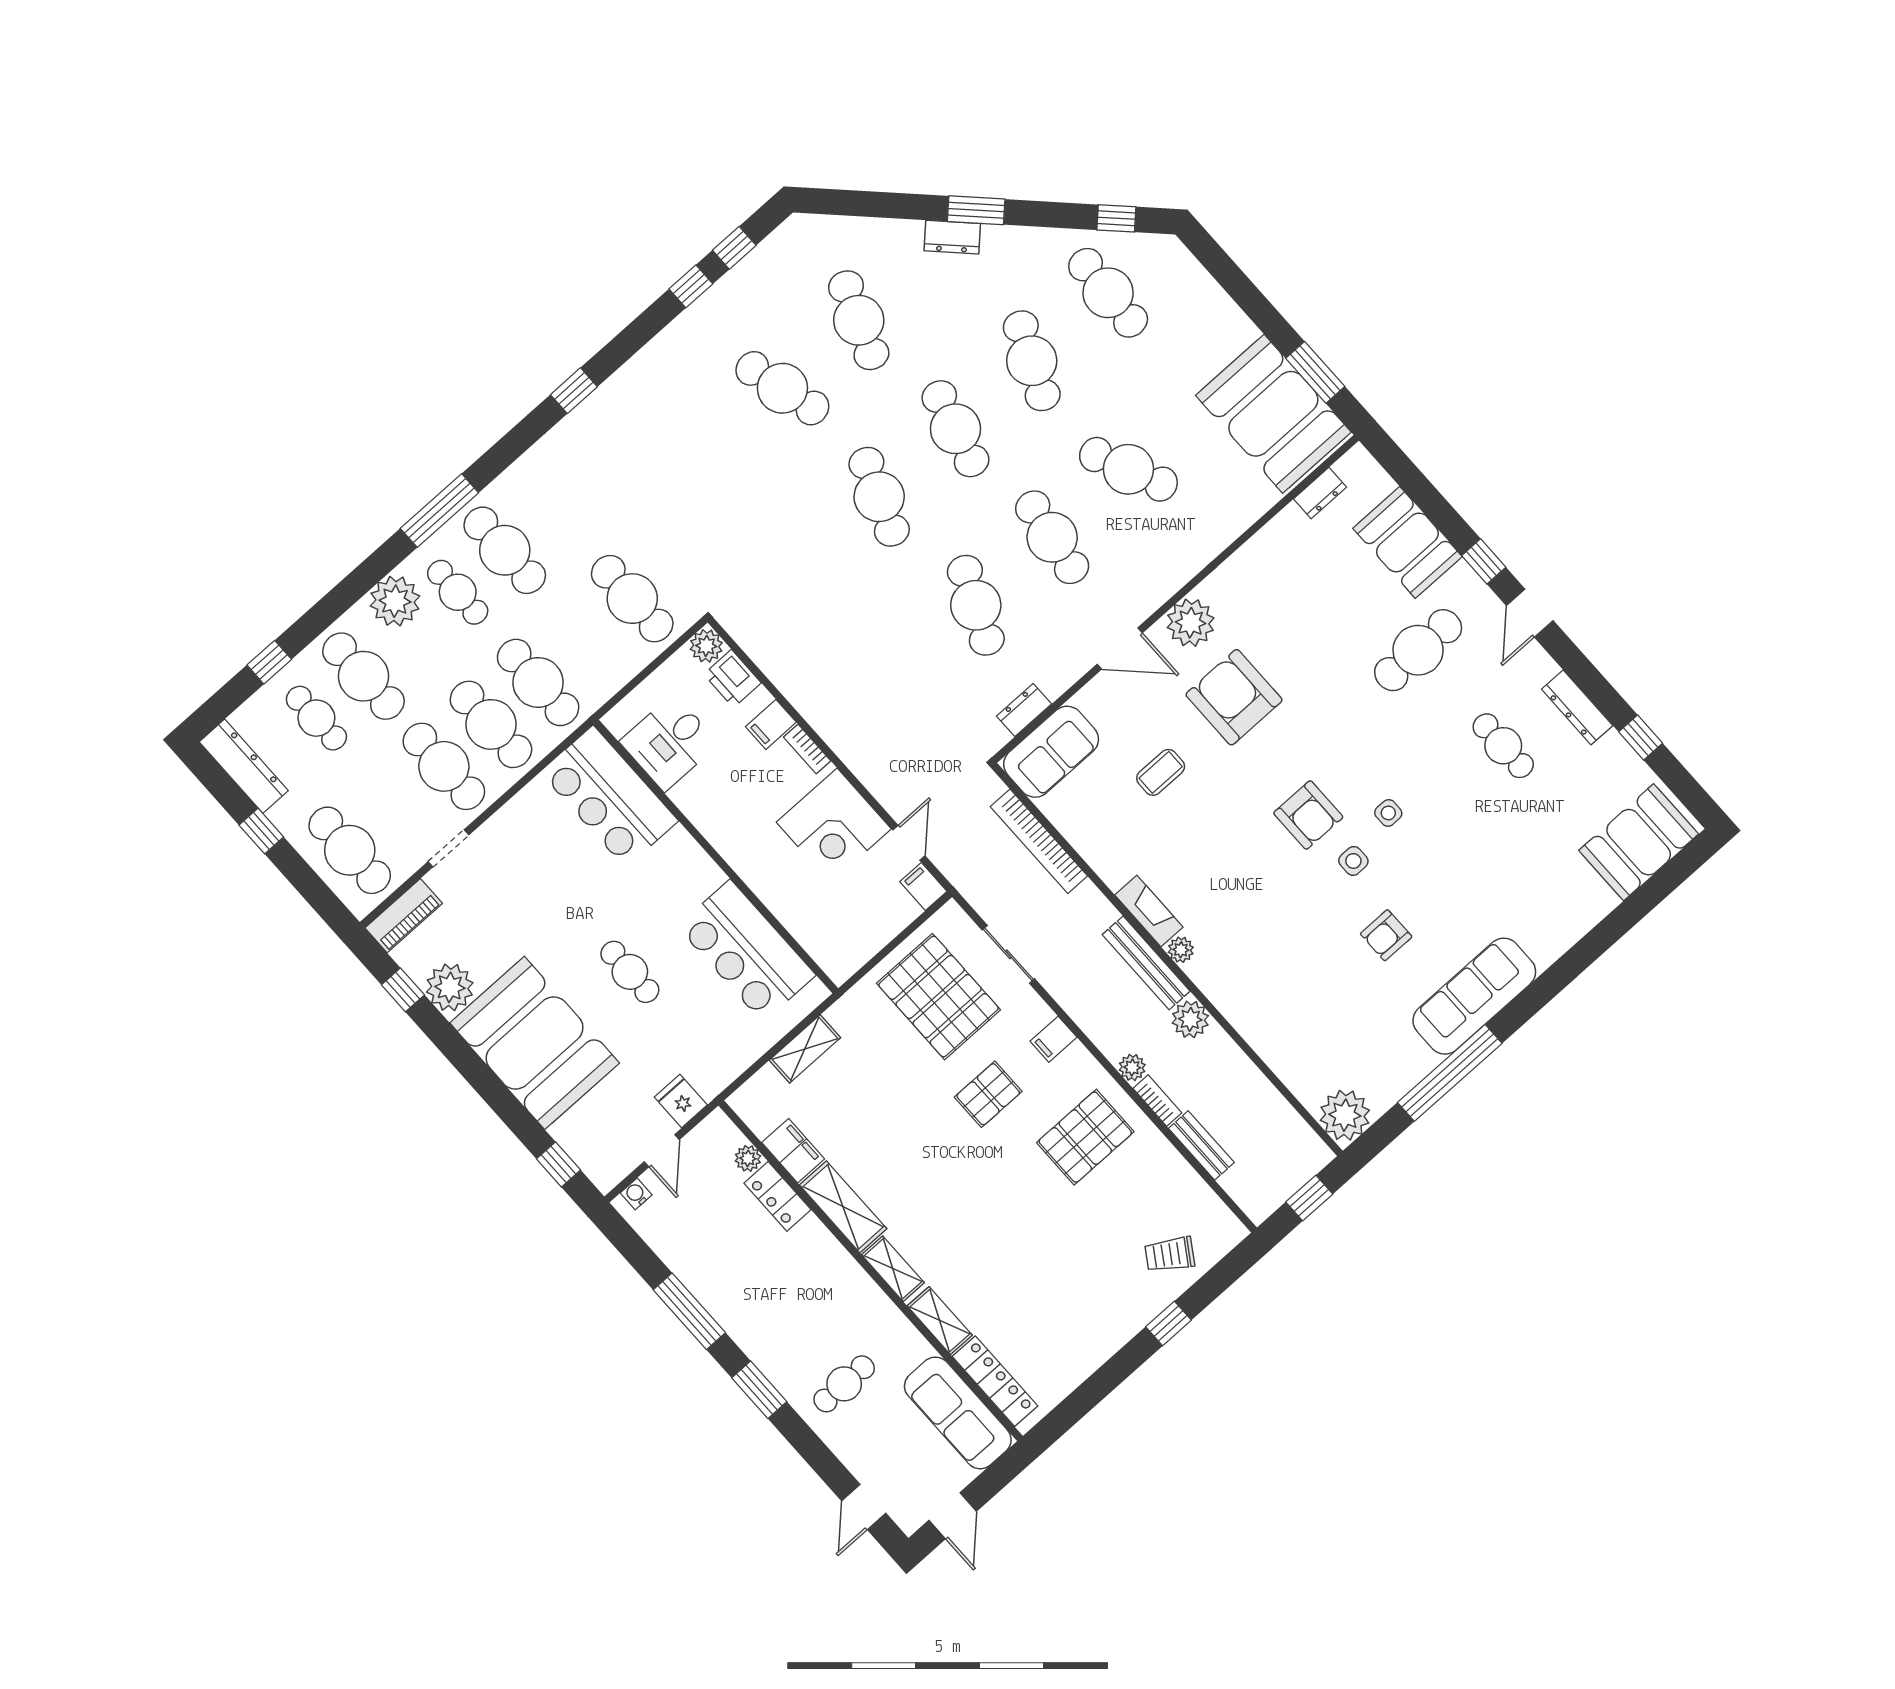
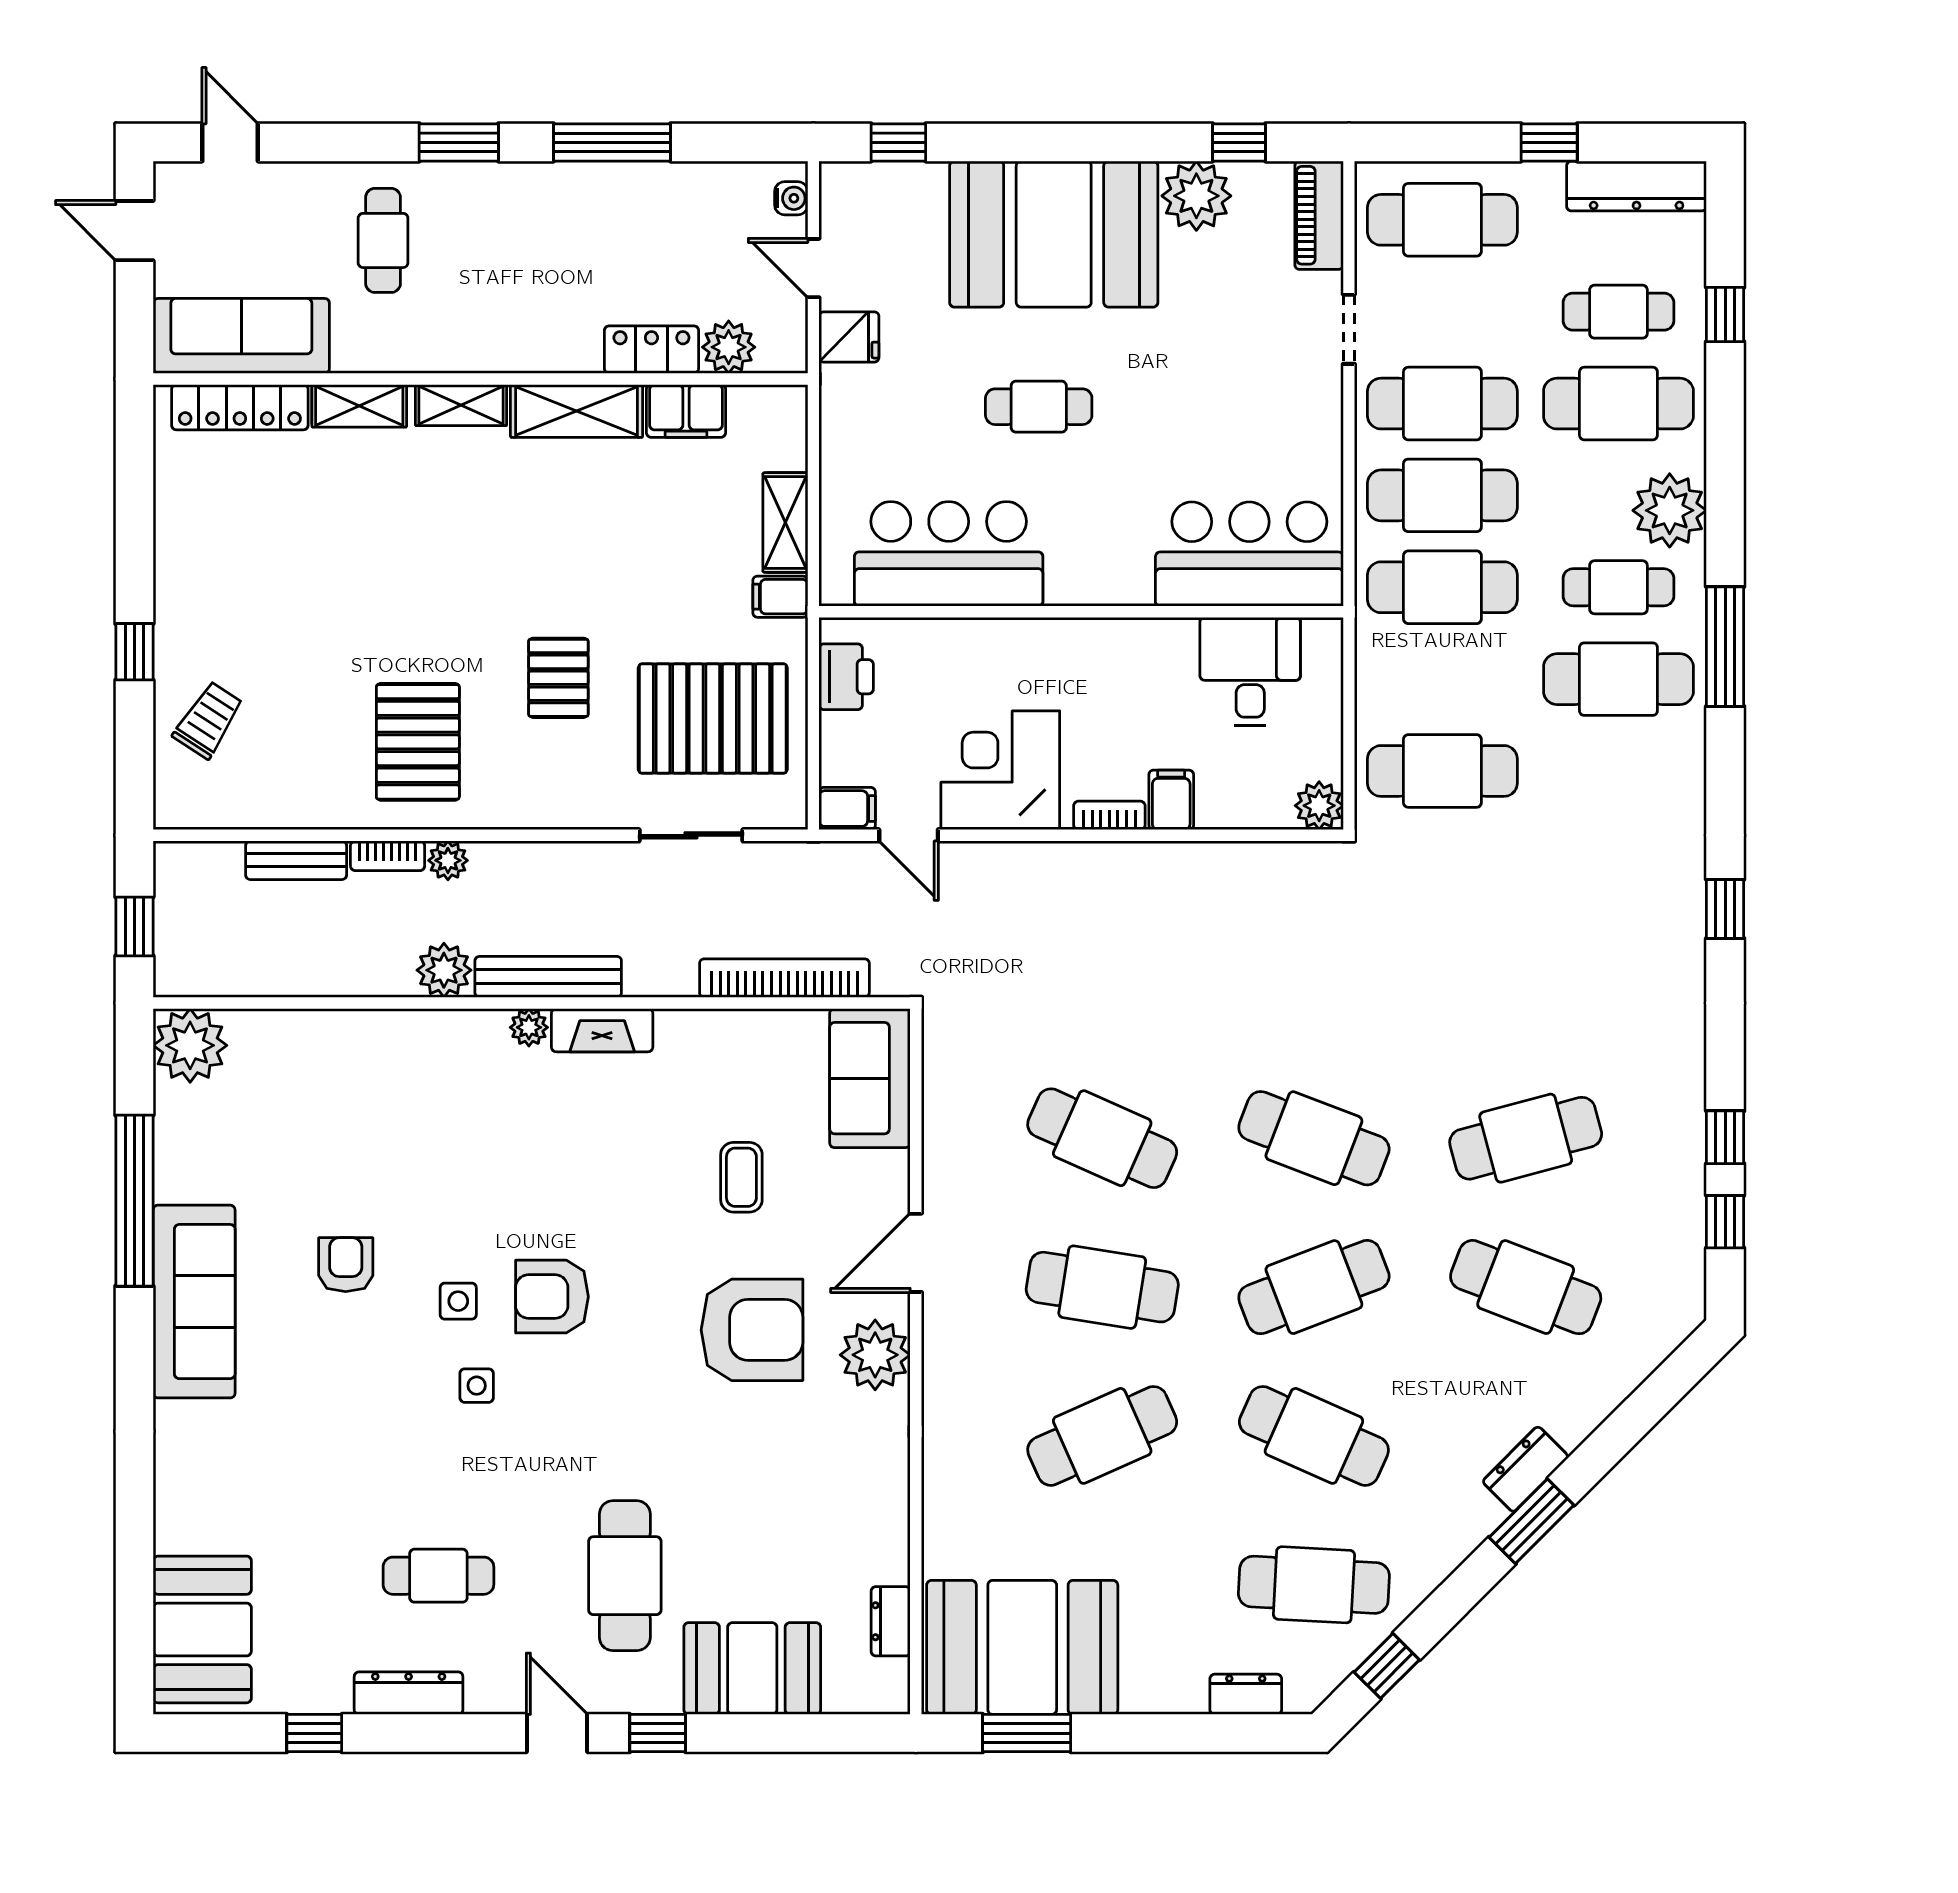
cafe table: (955, 429) -> (1314, 1287), turned -36
printer: (732, 678) -> (846, 677), moved, turned 90
dresser: (1024, 710) -> (1246, 1694), moved, turned -90
filing cabinet: (1053, 1039) -> (780, 597), moved, turned -90
plant: (748, 1158) -> (729, 347), width x1.38, depth x1.38

